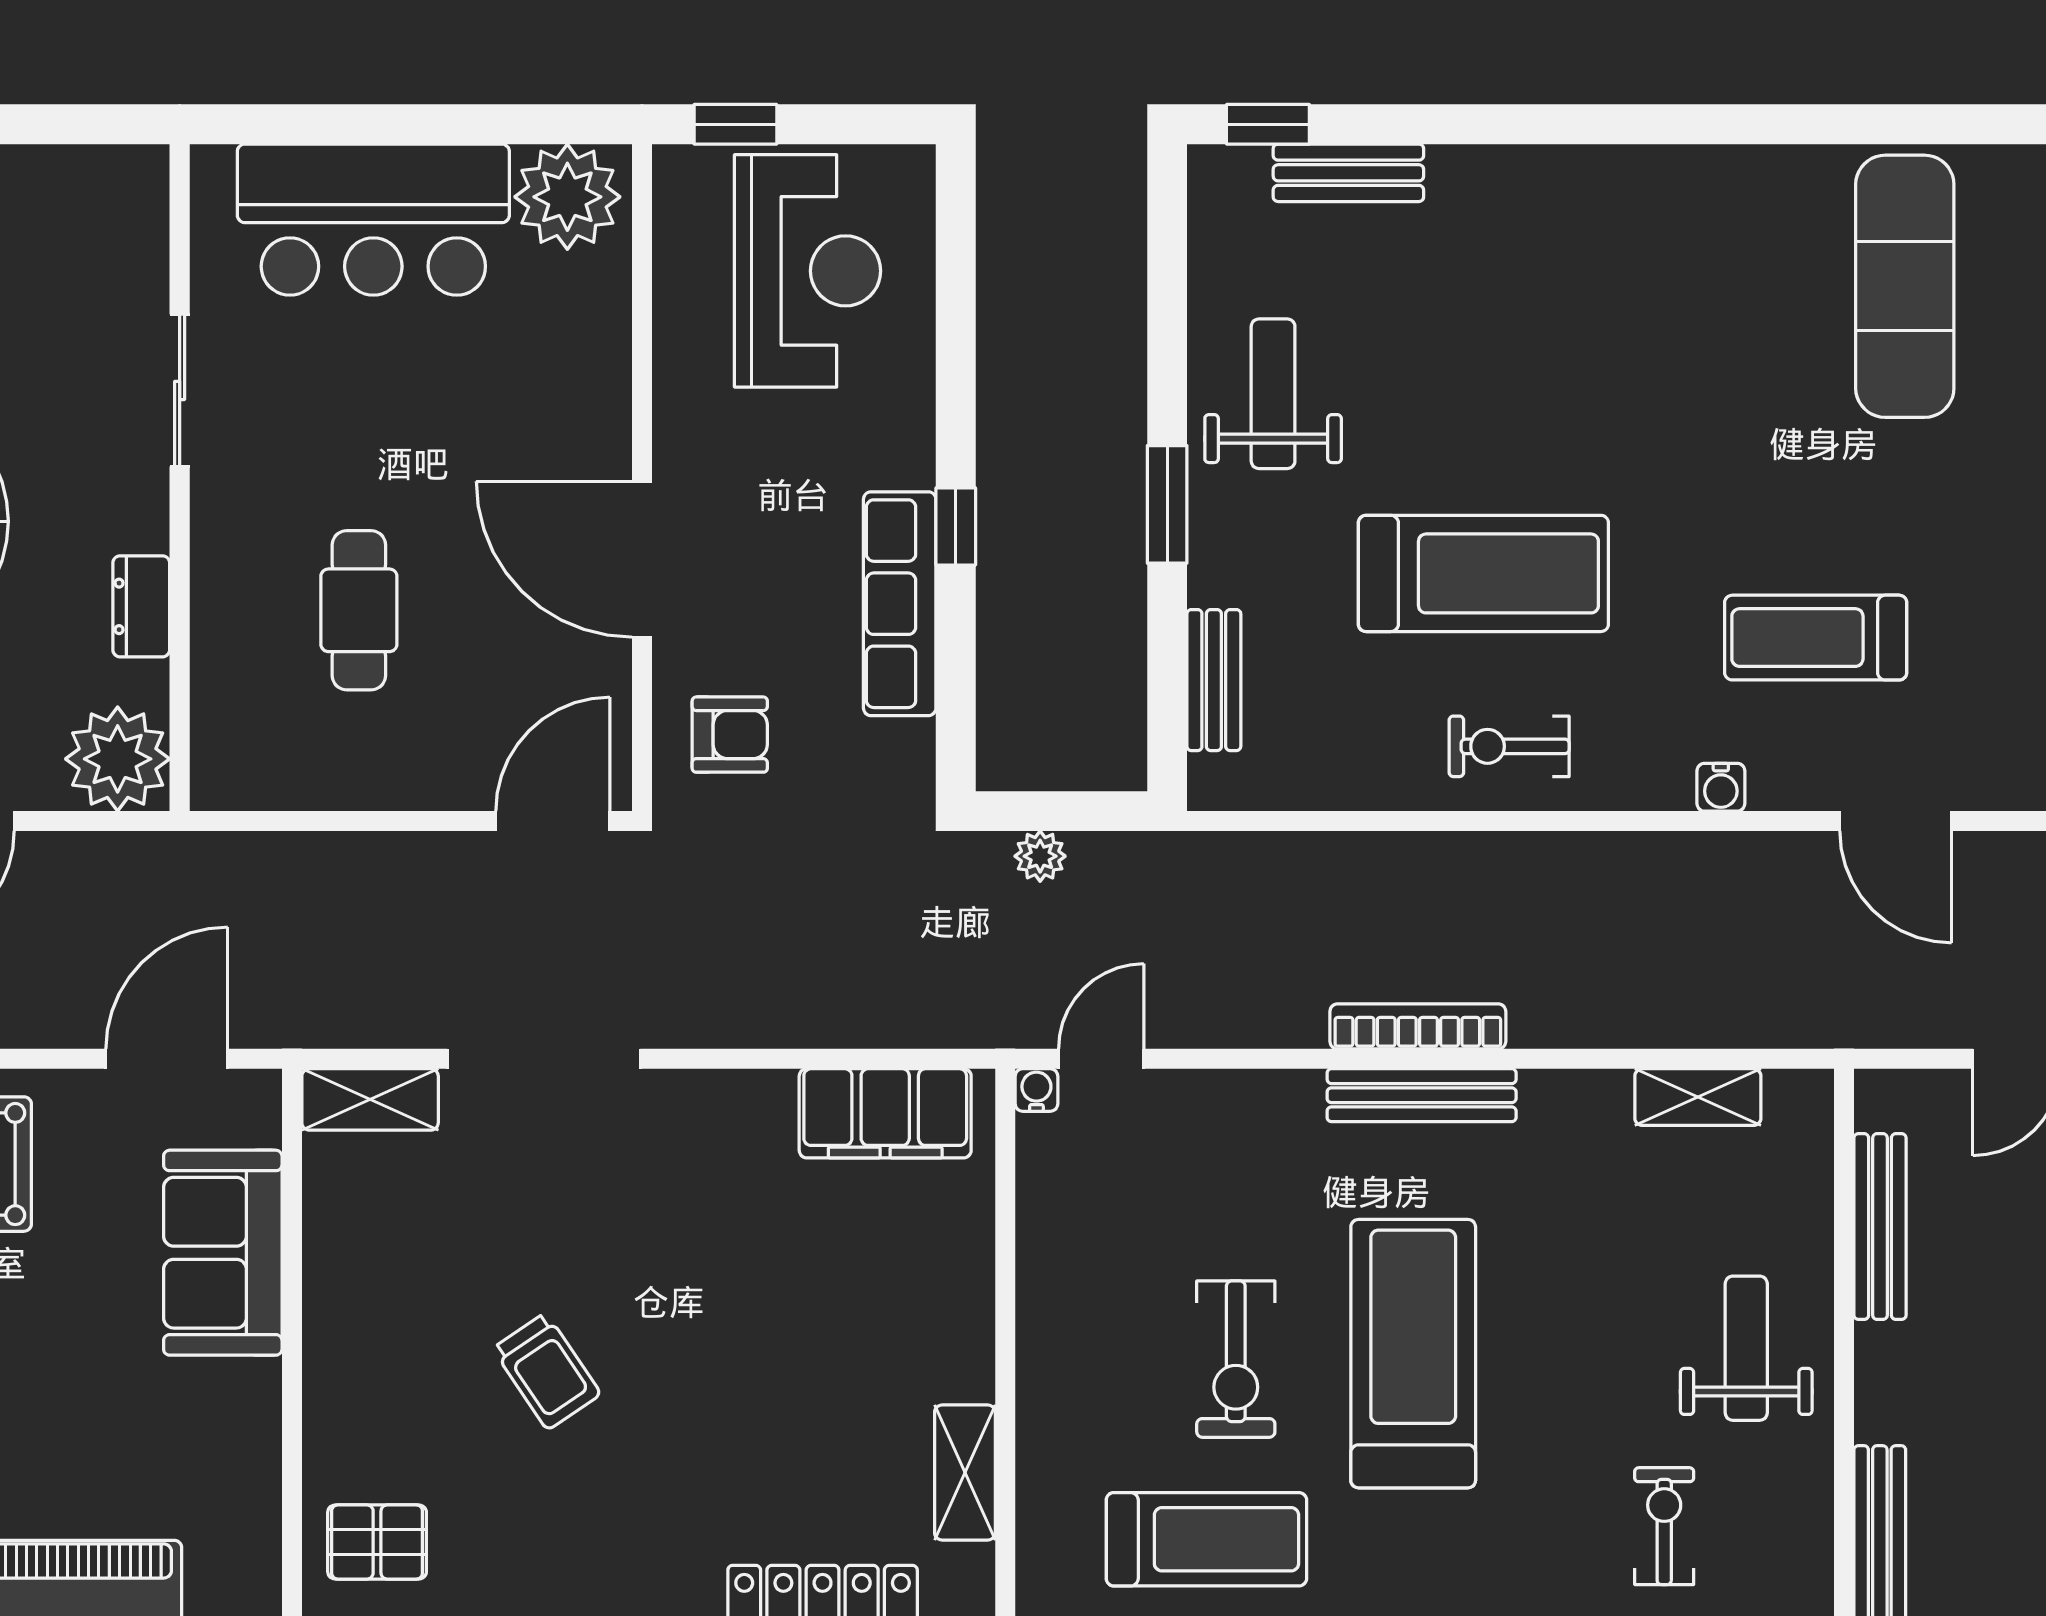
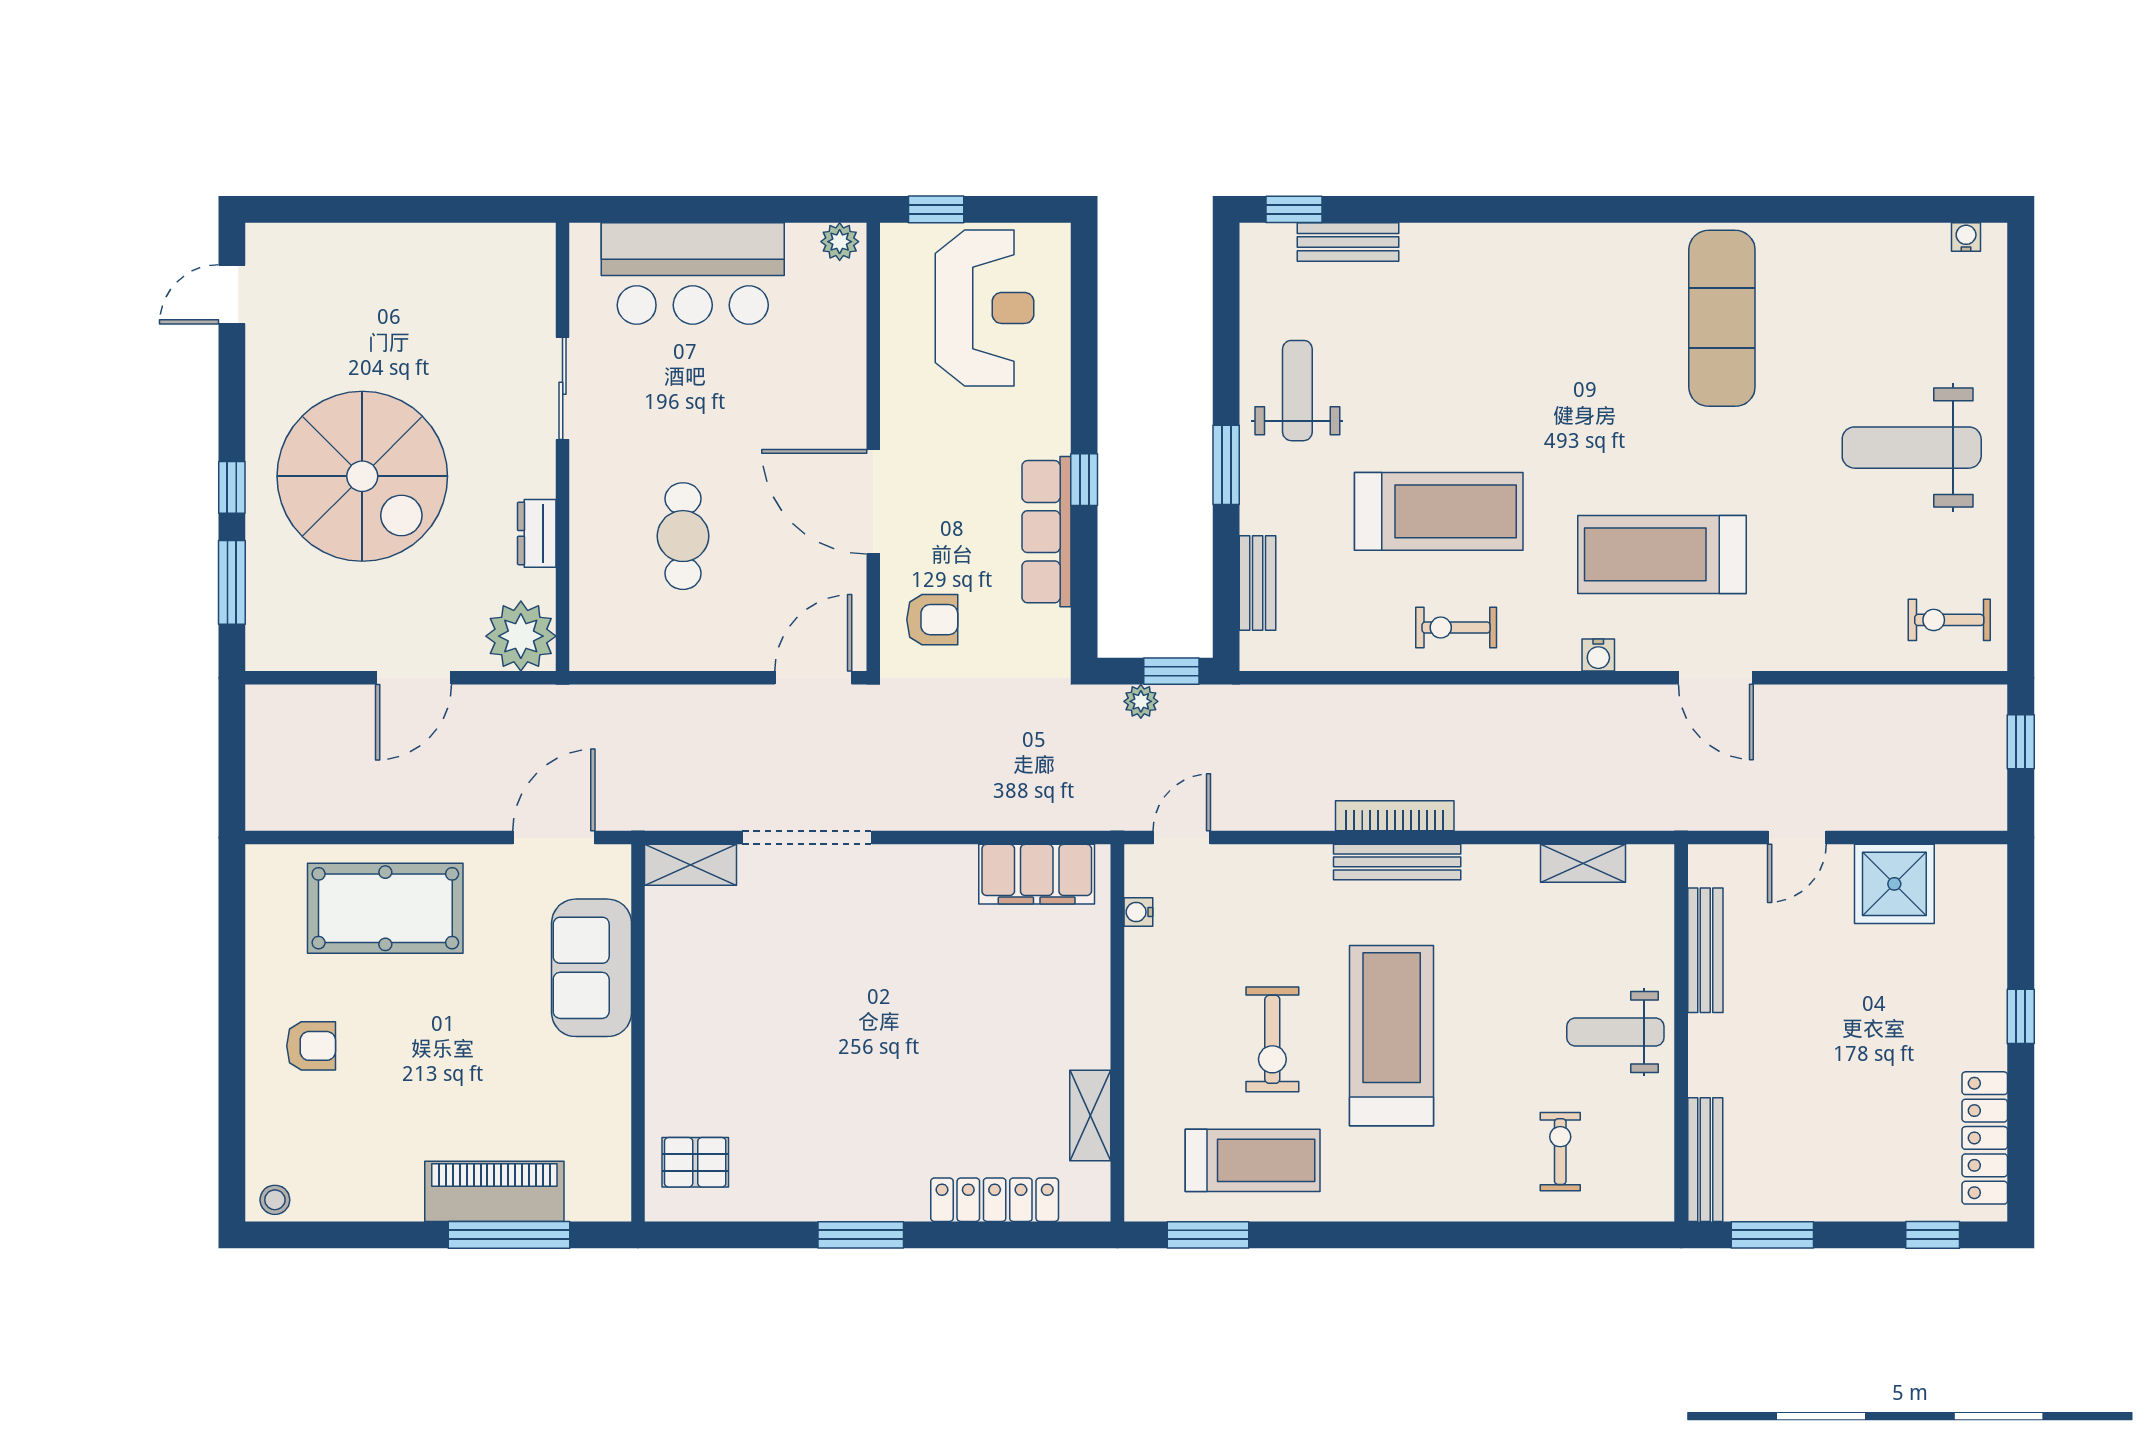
plant: (567, 197) -> (840, 242), width x0.53, depth x0.53
treadmill: (1816, 638) -> (1662, 554), width x1.37, depth x1.38
window: (1086, 811) -> (1171, 671), added
water cooler: (1036, 1090) -> (1138, 912), moved, turned -90
weight bench: (1746, 1348) -> (1615, 1032), turned -90
trolley: (547, 1371) -> (809, 1048), removed

